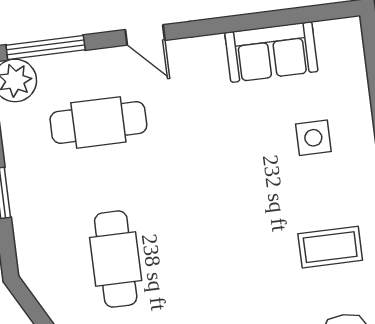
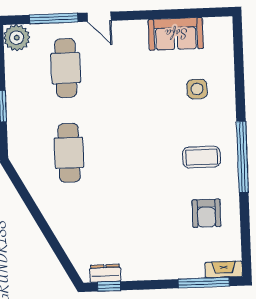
window: (46, 48) -> (54, 18), moved
cafe table: (98, 122) -> (66, 68), turned 90

